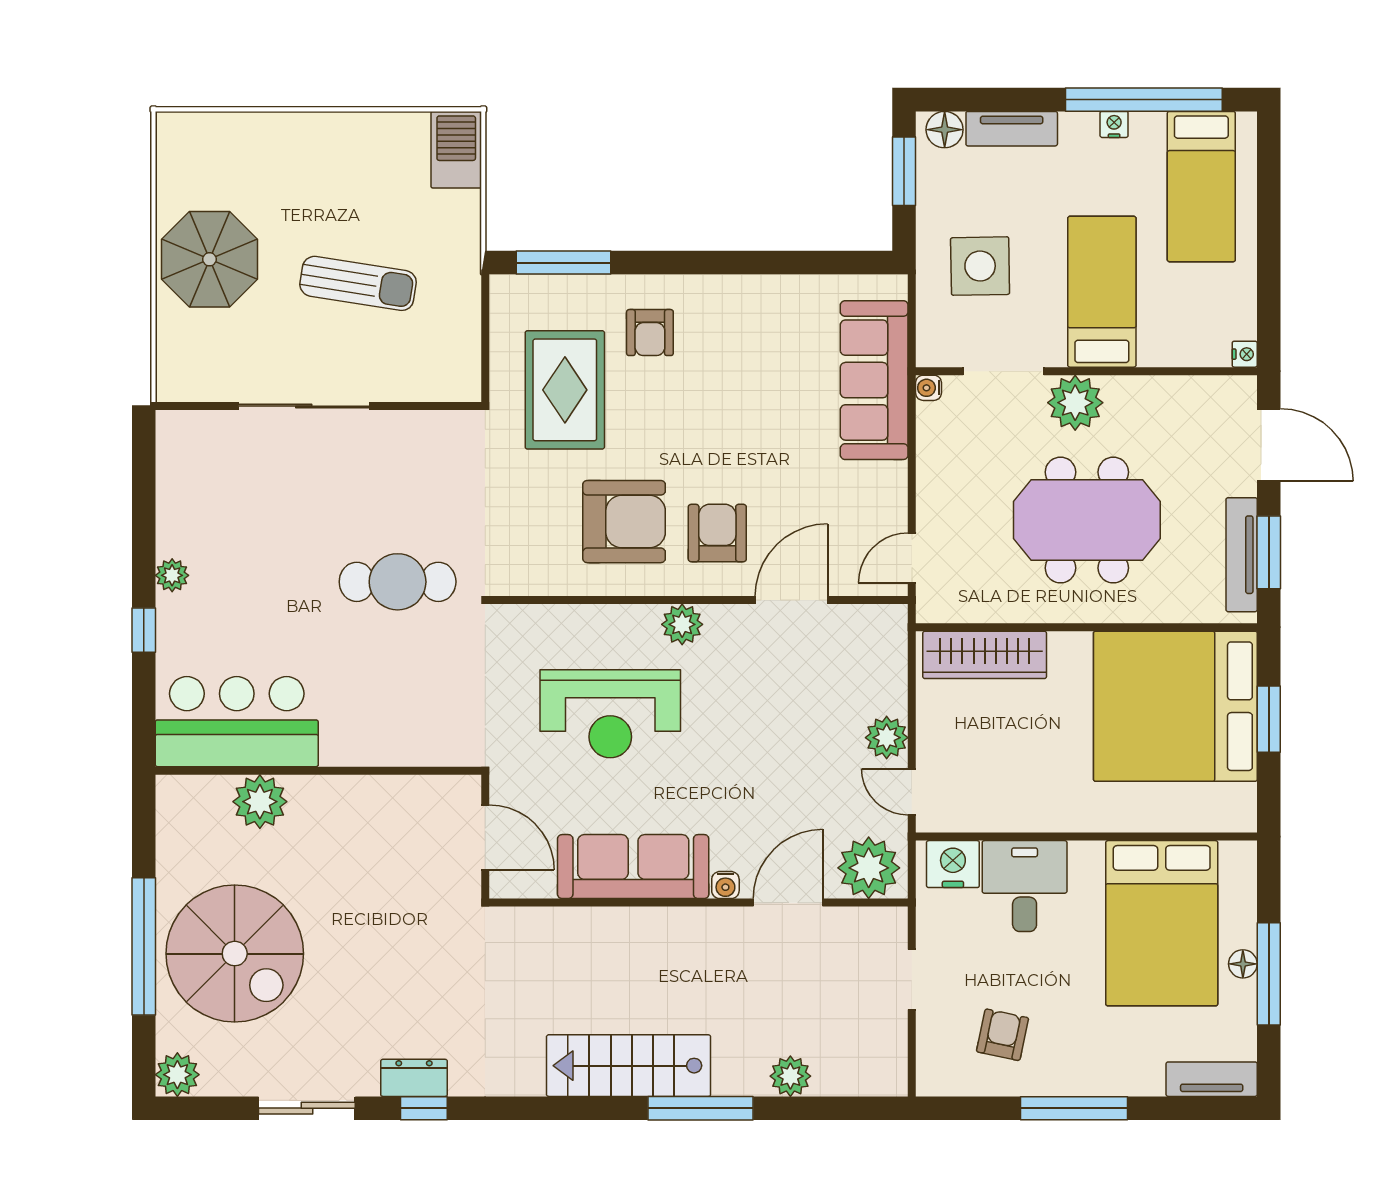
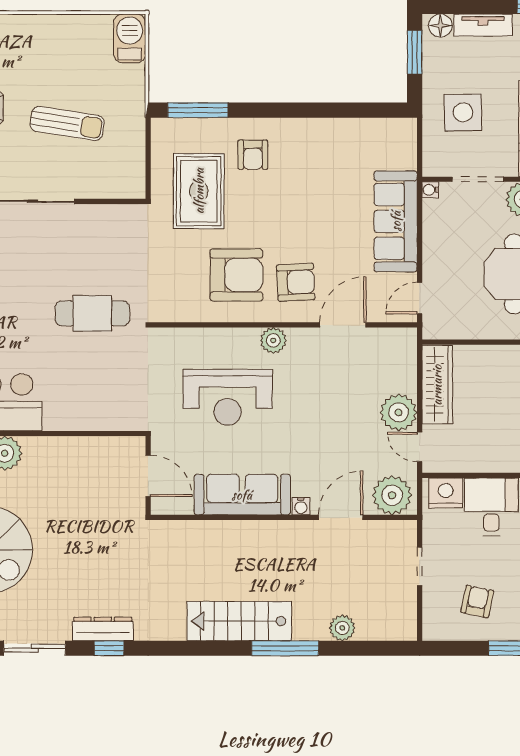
sofa: (874, 380) -> (396, 221), moved
armchair: (717, 533) -> (296, 282), turned 87
wardrobe: (985, 655) -> (437, 385), moved, turned -90
plant: (887, 738) -> (399, 412), width x1.36, depth x1.36
dresser: (414, 1078) -> (103, 629), width x1.44

